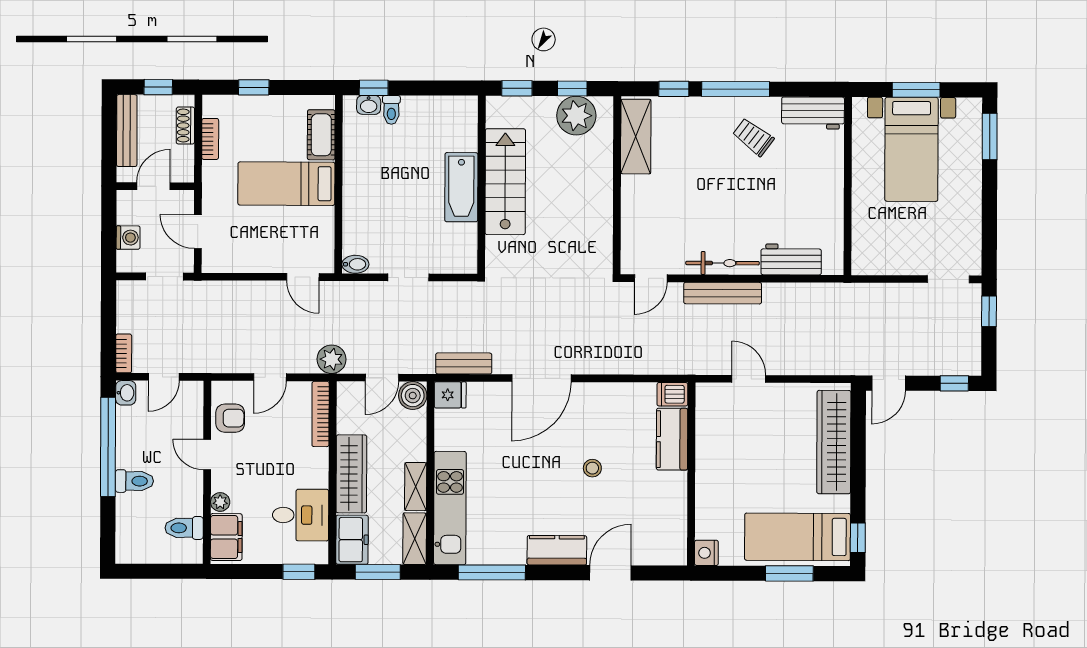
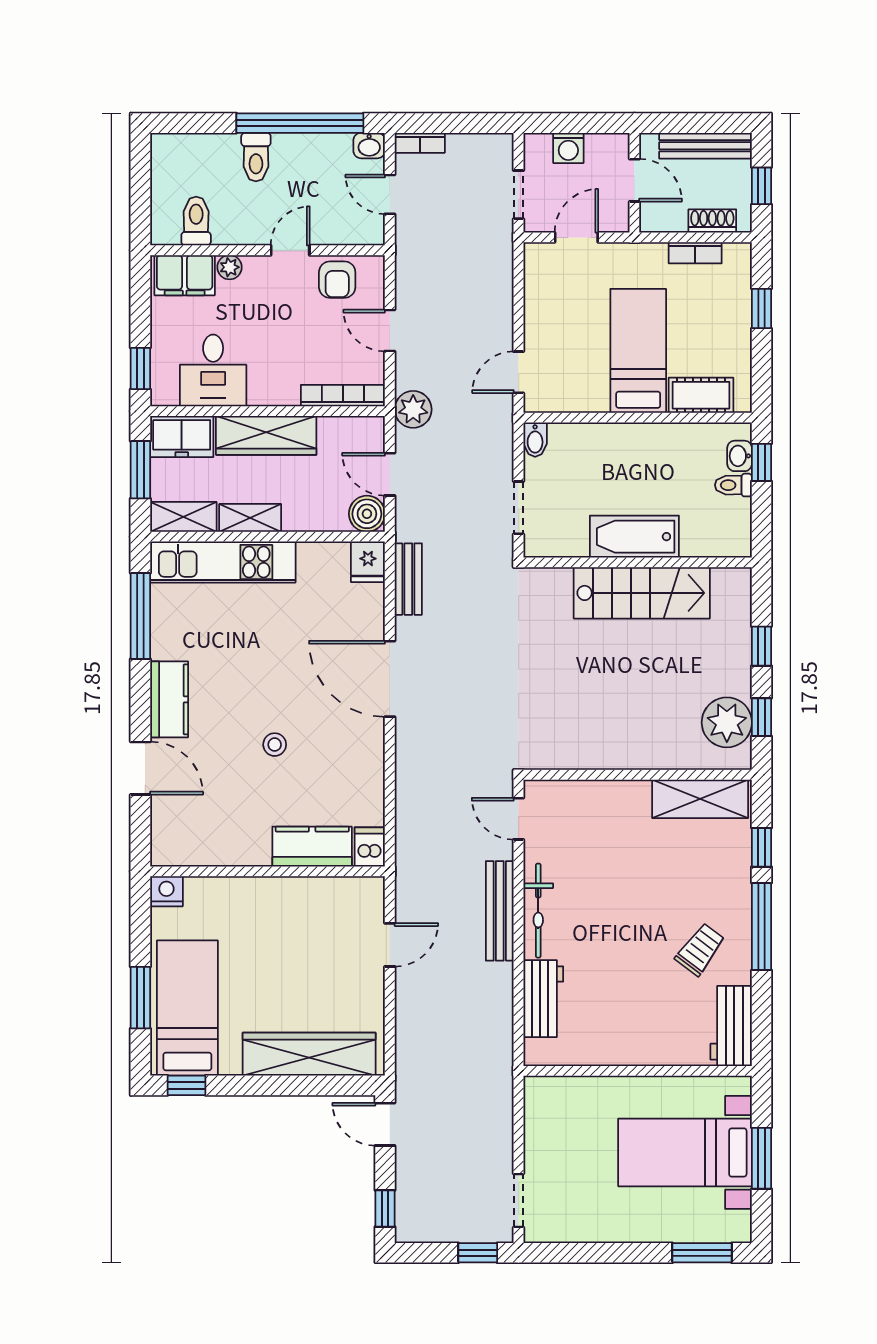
stairs: (505, 182) -> (642, 593), moved
wall: (481, 185) -> (638, 562), moved
bathtub: (461, 187) -> (634, 537), moved

